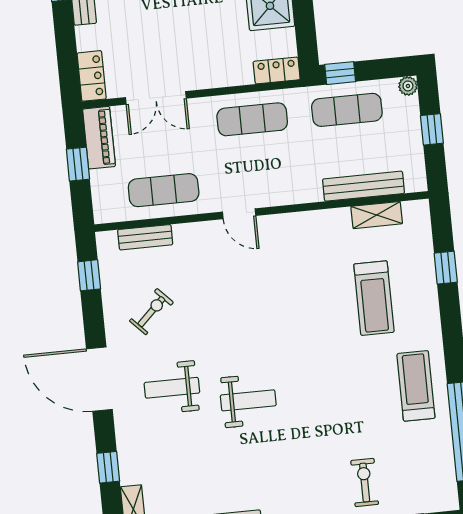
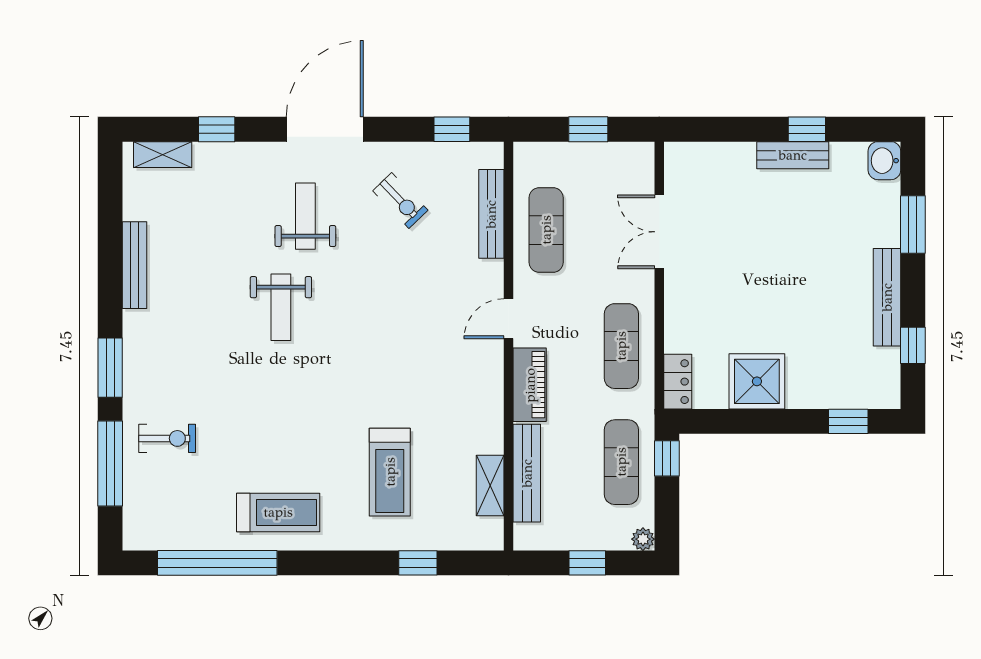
locker: (92, 76) -> (693, 157), removed
piano: (99, 138) -> (530, 385), moved, turned -90
bench: (145, 237) -> (491, 214), width x1.36
treadmill: (374, 298) -> (390, 472), turned -90

